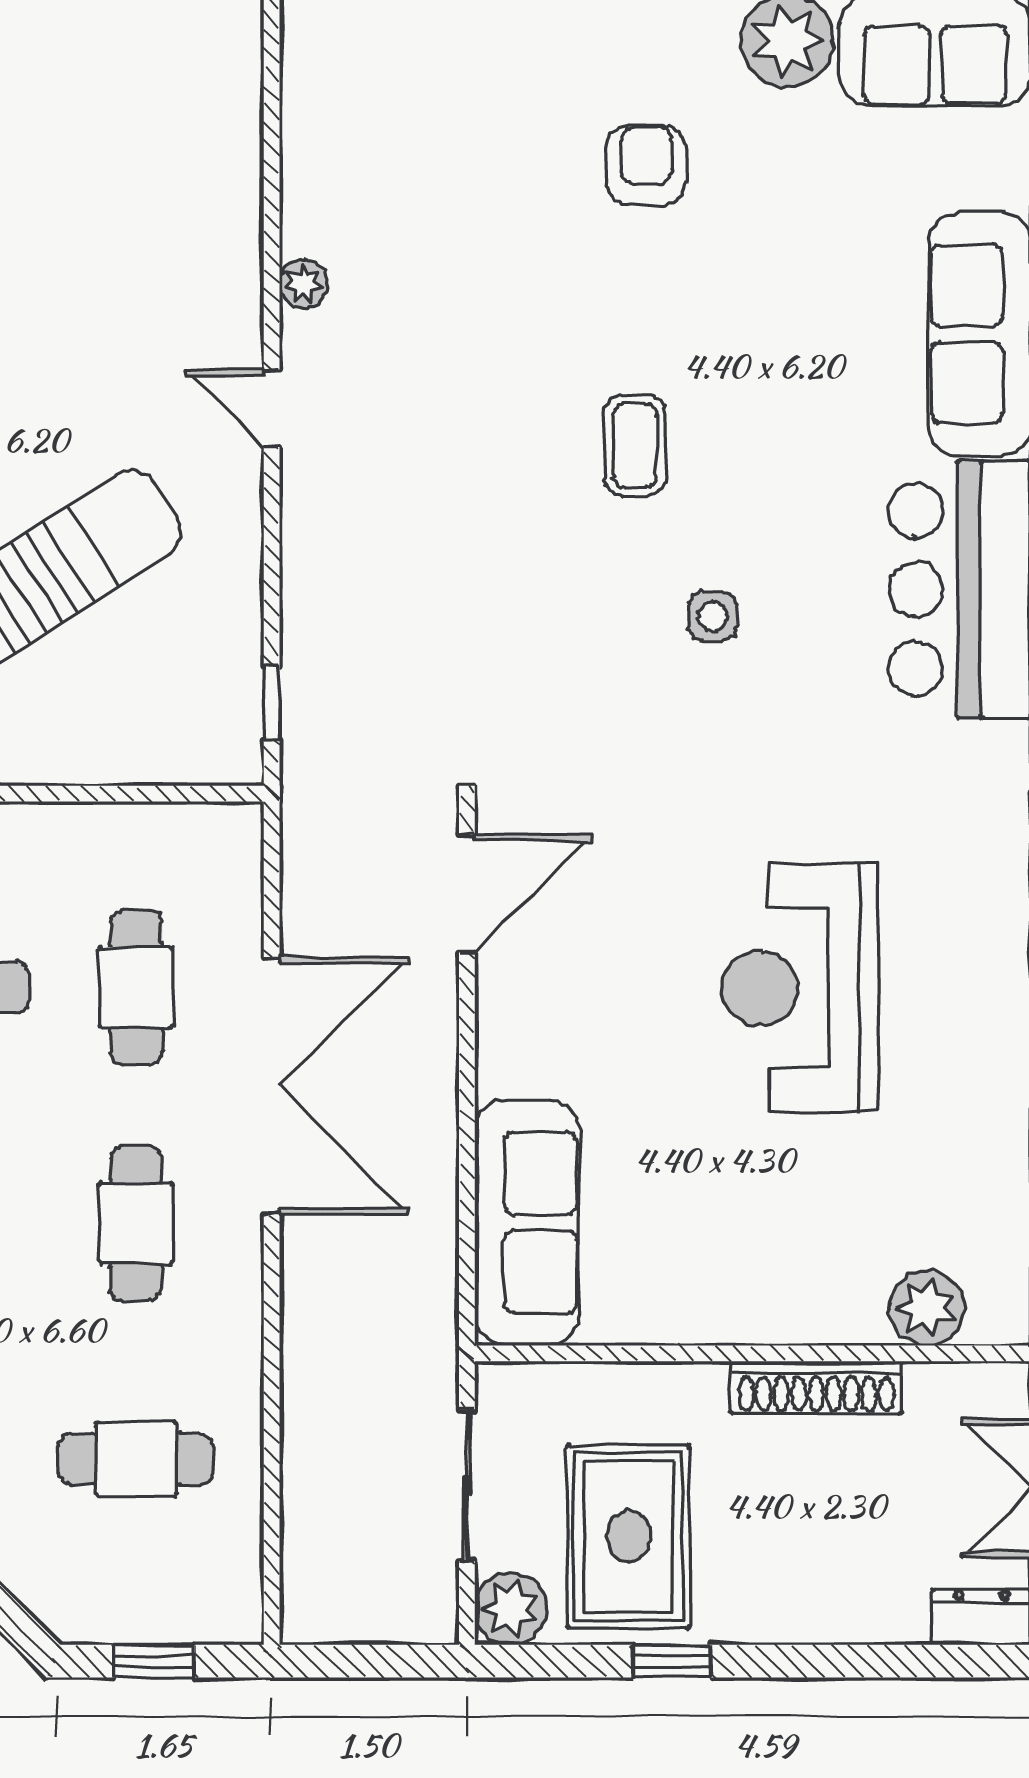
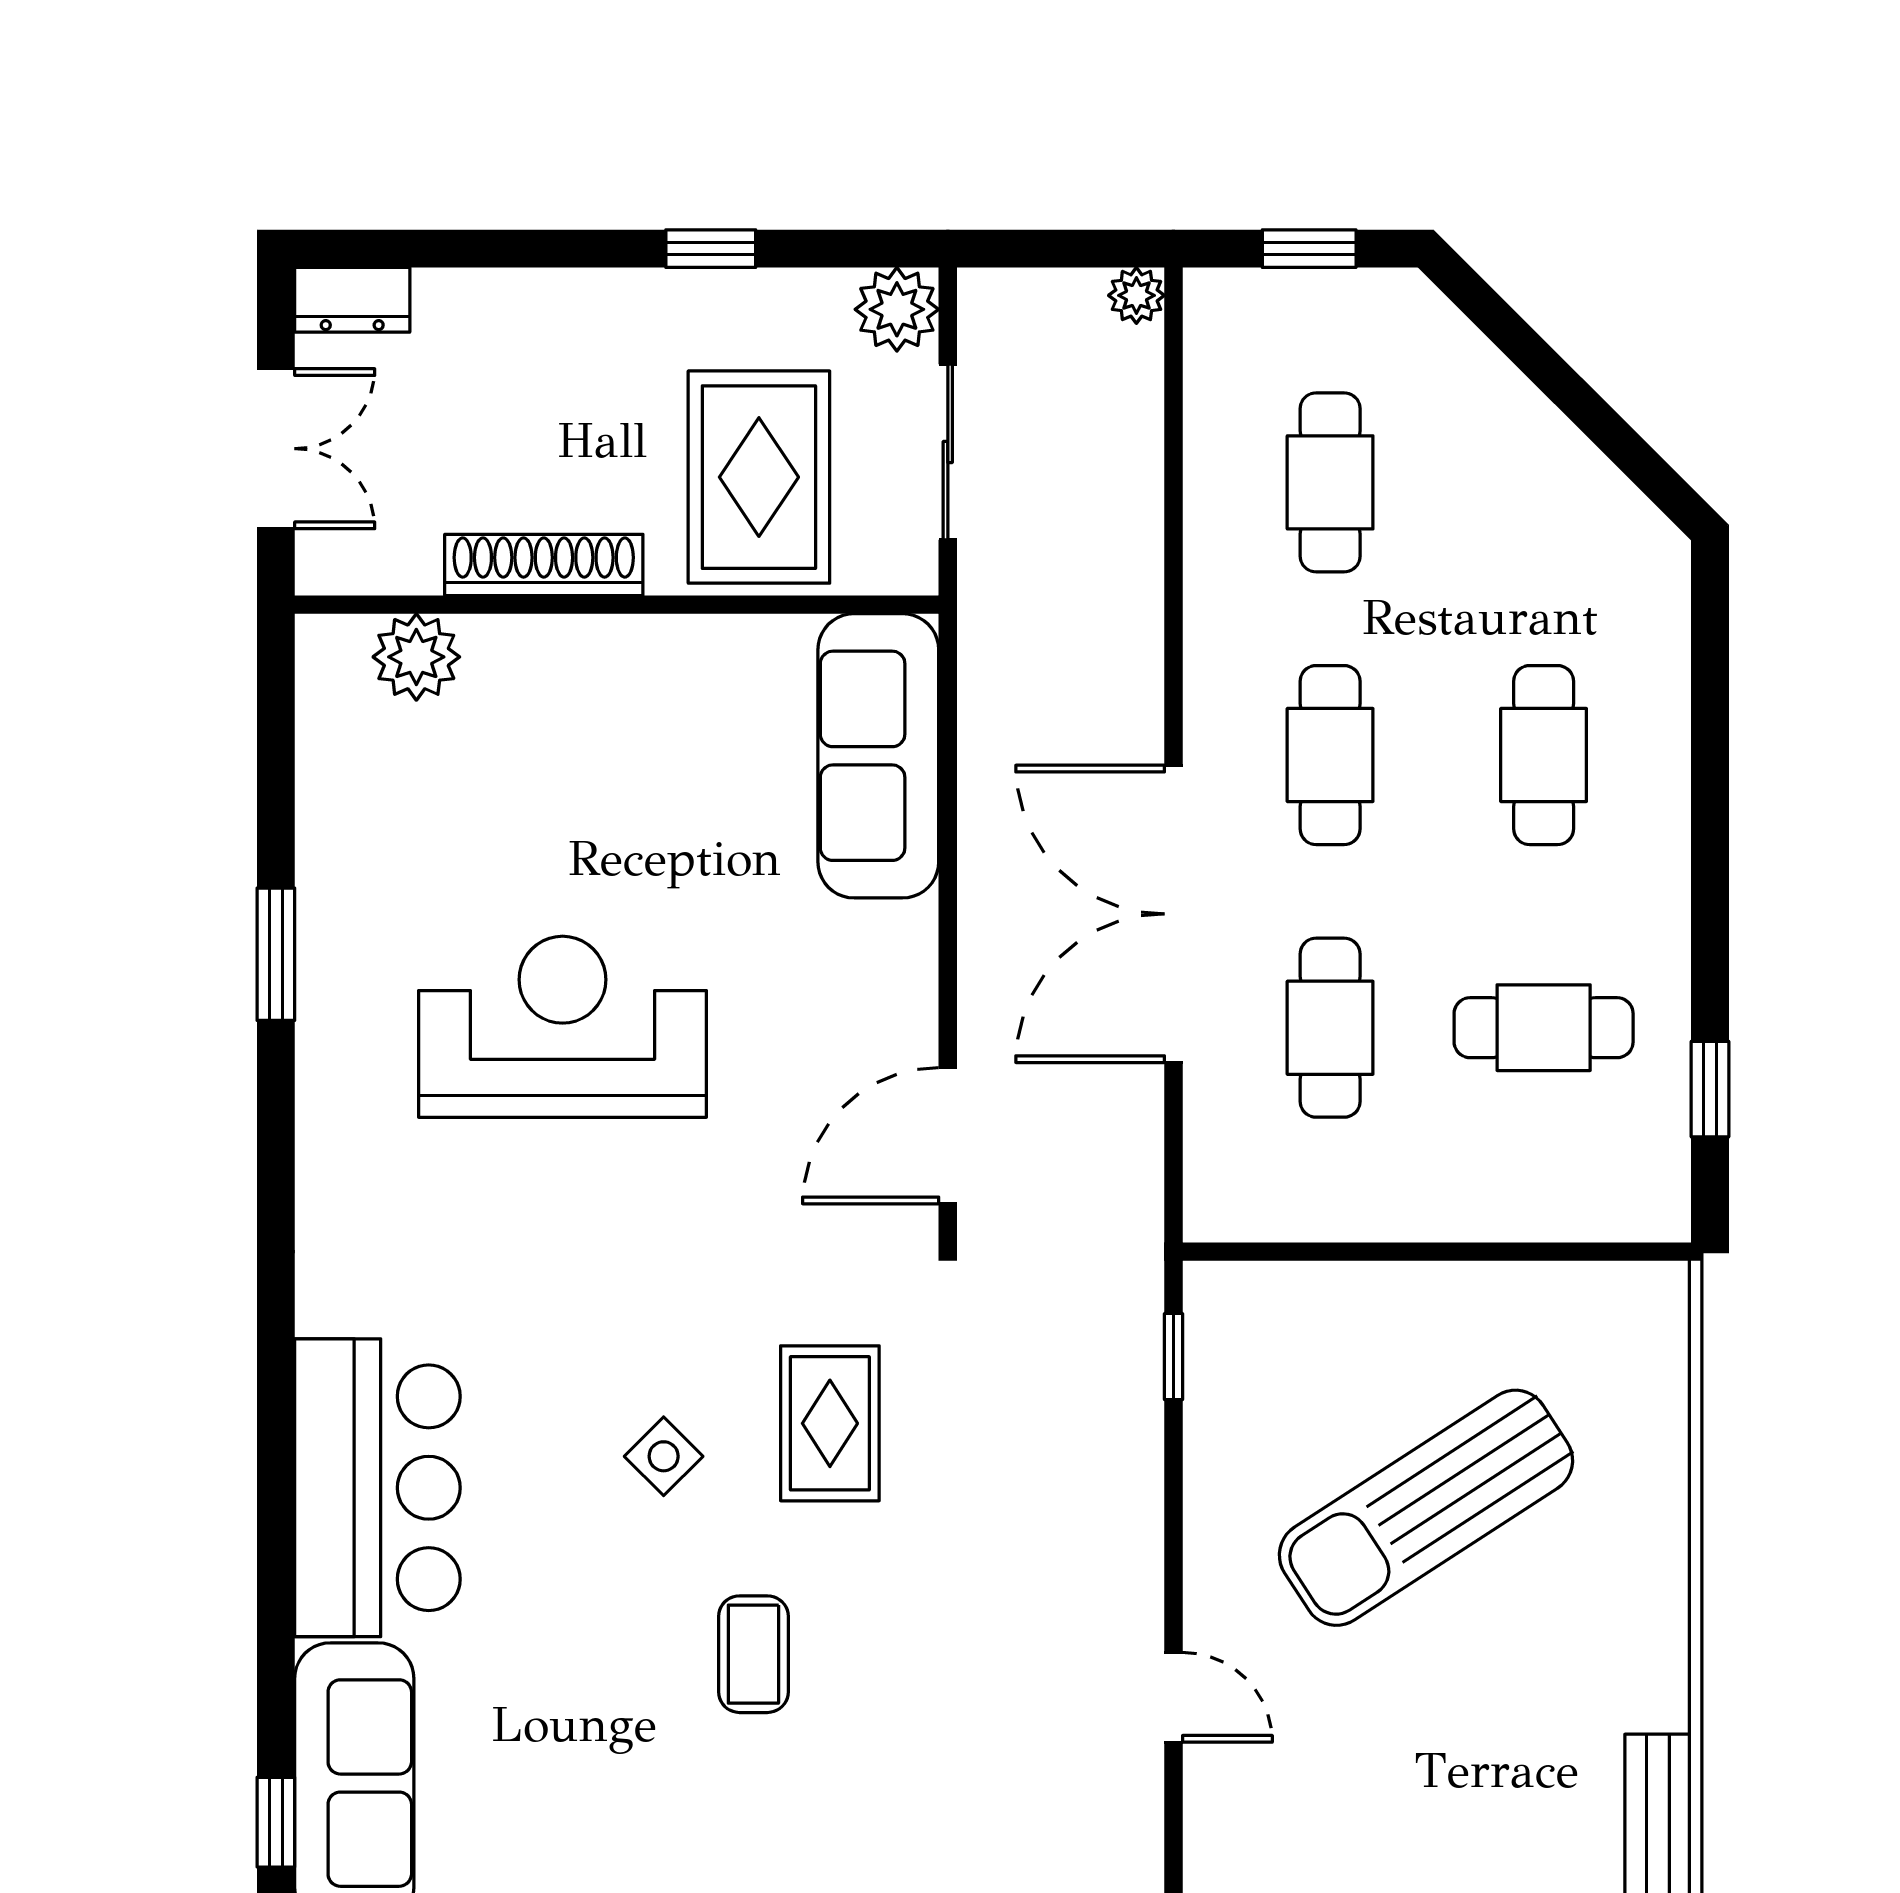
plant: (304, 284) -> (1136, 295), moved
side table: (713, 617) -> (664, 1456), turned 45
rug: (569, 645) -> (830, 1423), added
reception desk: (800, 988) -> (563, 1027), turned -90
cafe table: (136, 1459) -> (1330, 482), turned 90
rug: (628, 1536) -> (759, 477), moved

